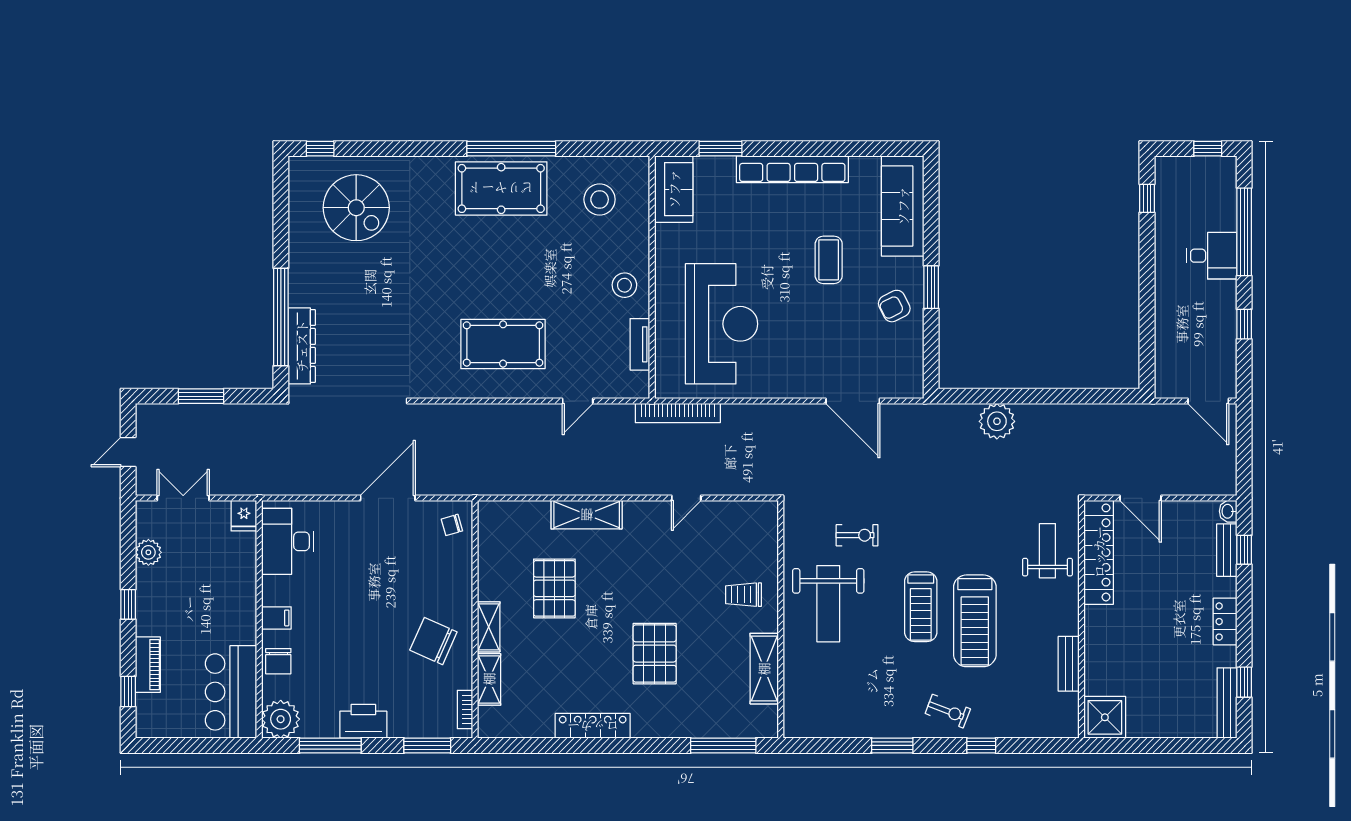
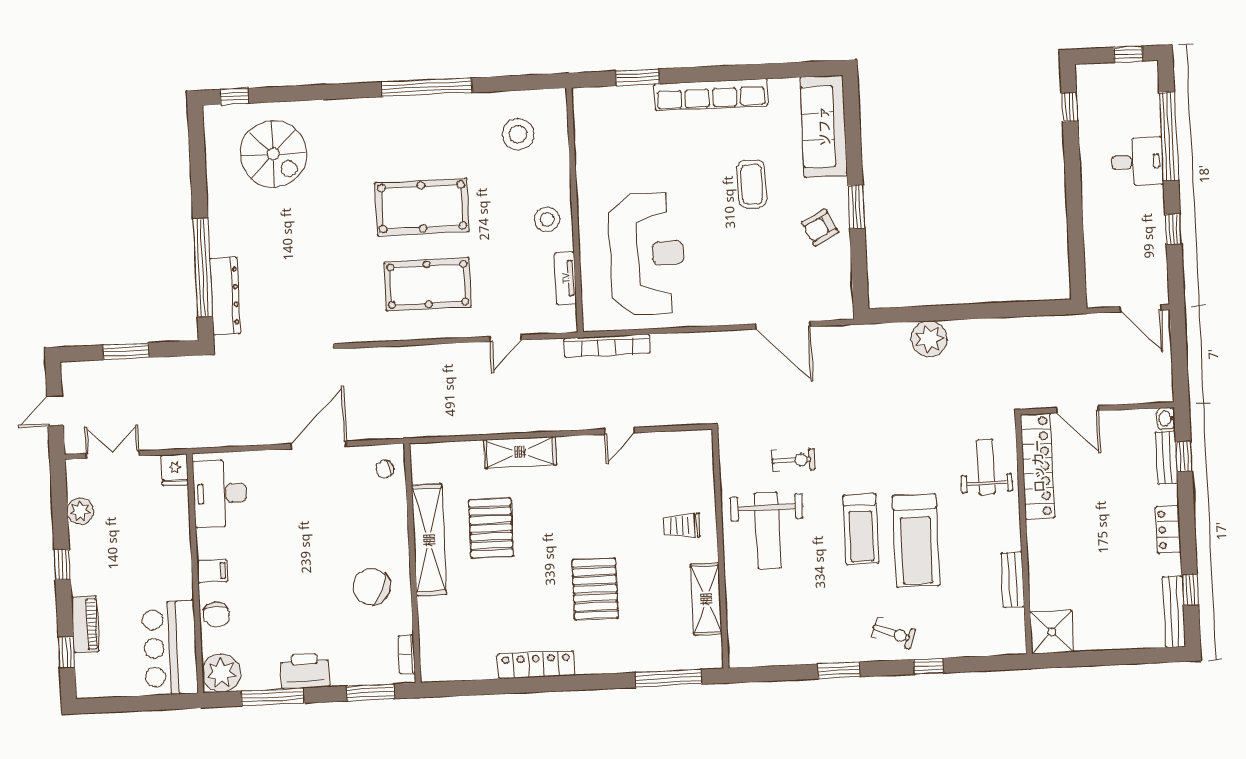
pool table: (501, 188) -> (422, 207), moved
sofa: (674, 189) -> (592, 120), removed
shelving: (489, 627) -> (429, 540), width x2.20, depth x1.33
shelving: (489, 679) -> (430, 623), removed

